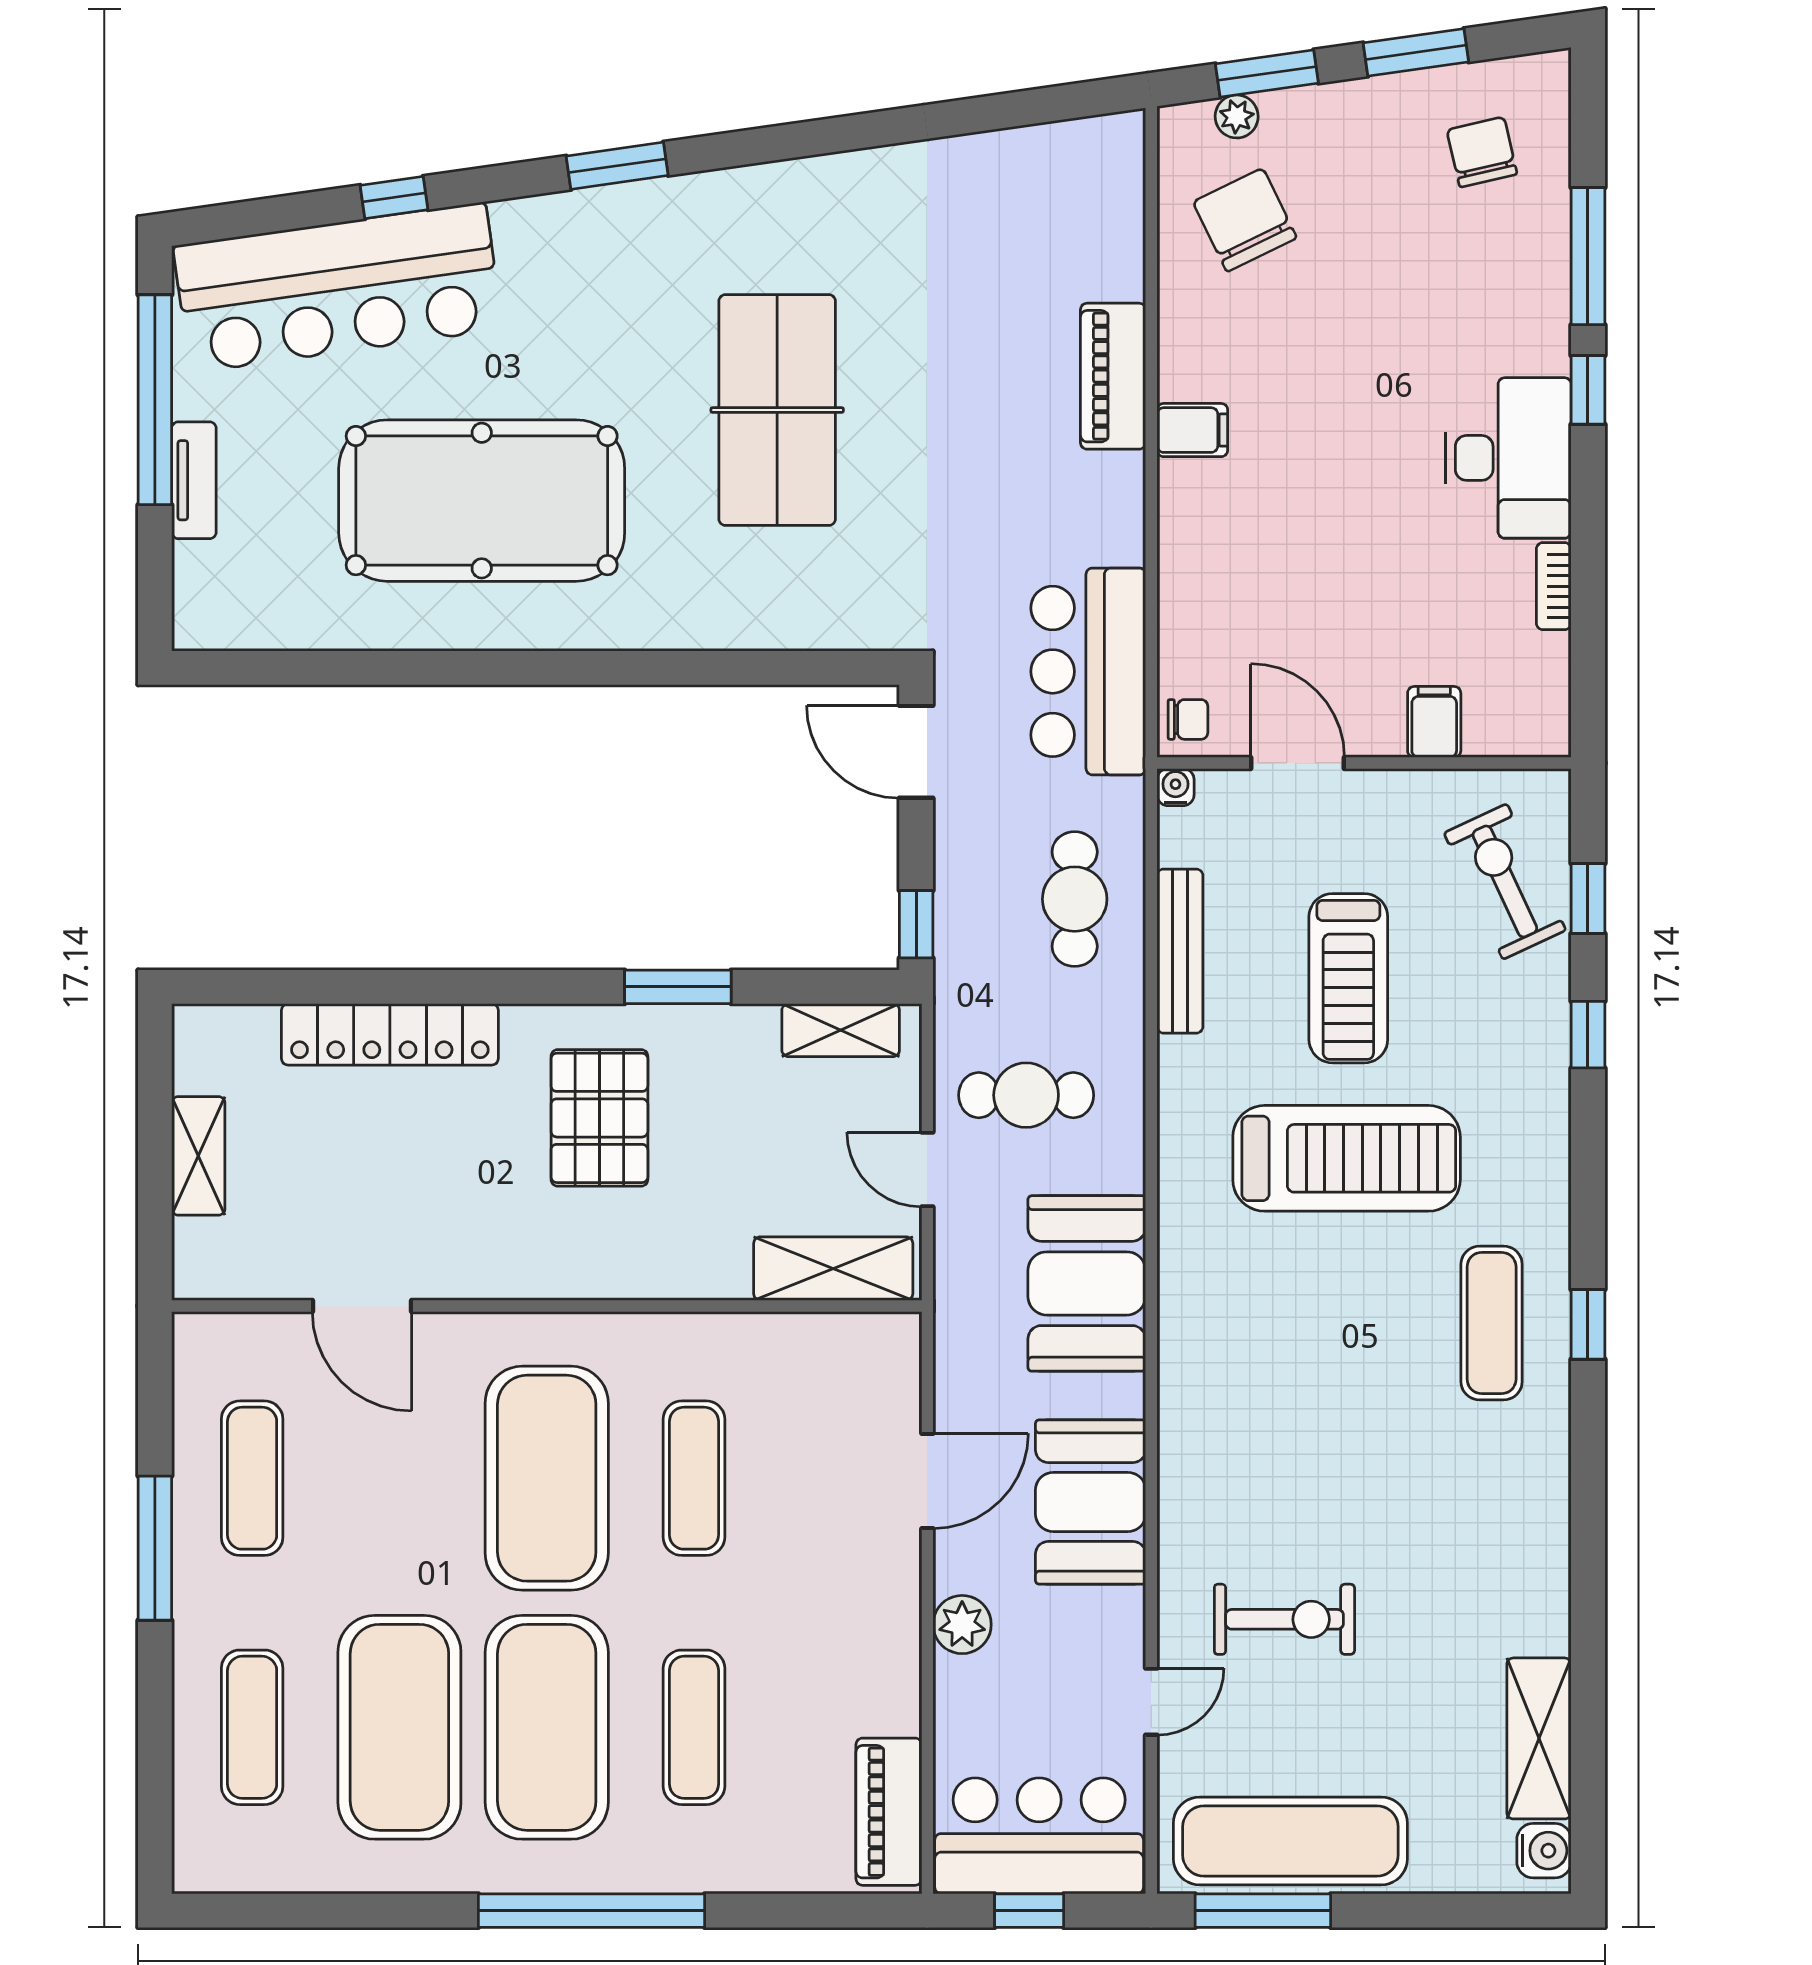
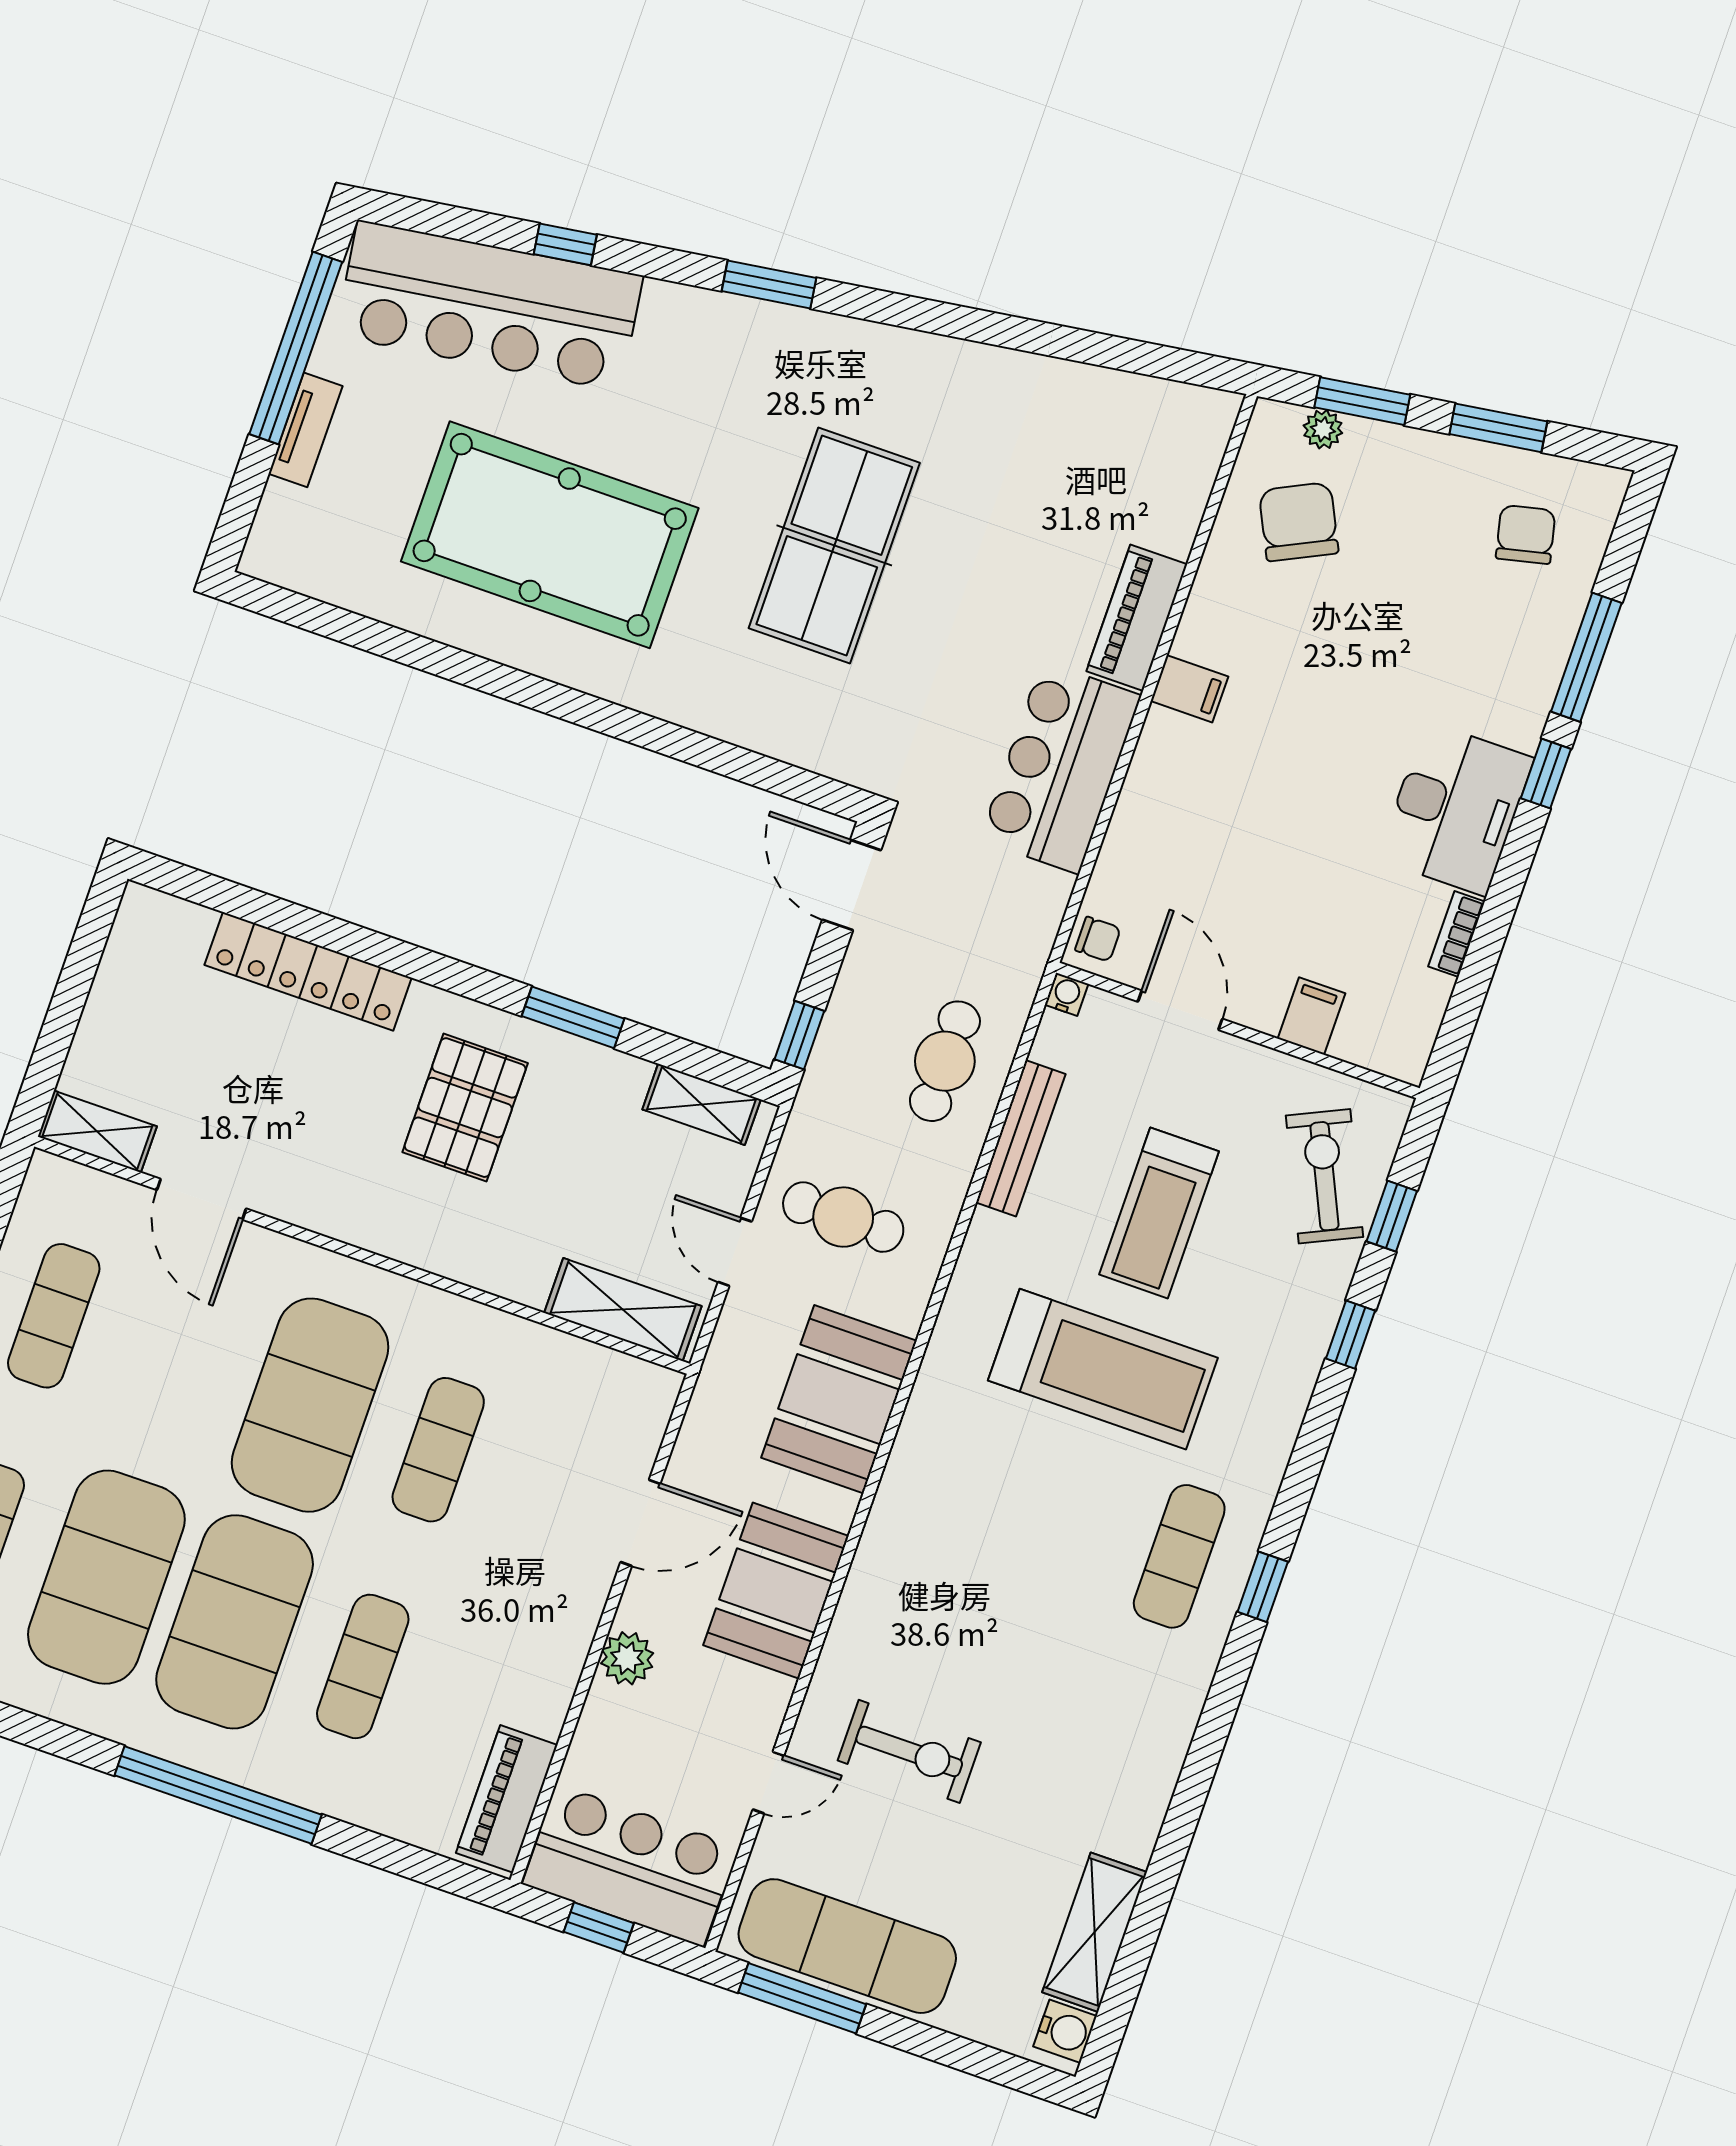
bar counter: (1088, 671) -> (1060, 768), moved
shelving: (198, 1156) -> (97, 1131), moved, turned 90

